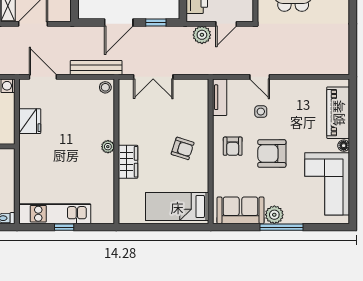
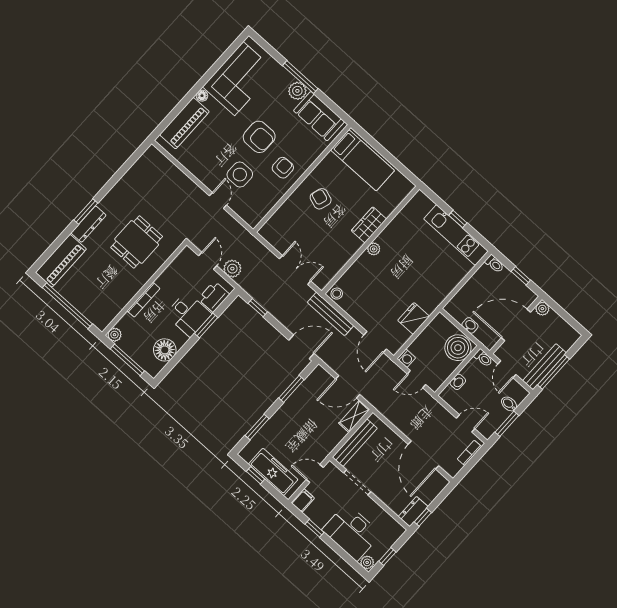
door: (119, 22) -> (301, 347), moved
door: (226, 24) -> (208, 261), hinge flipped
tv unit: (220, 97) -> (260, 212), removed
side table: (261, 112) -> (240, 175), width x1.87, depth x1.87

